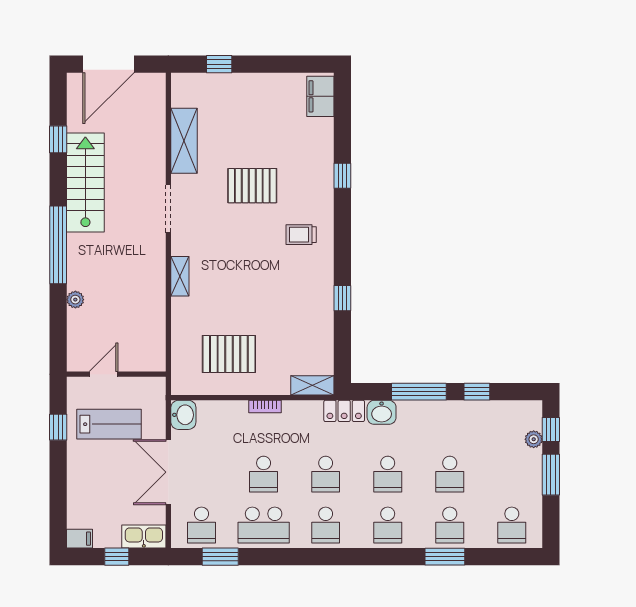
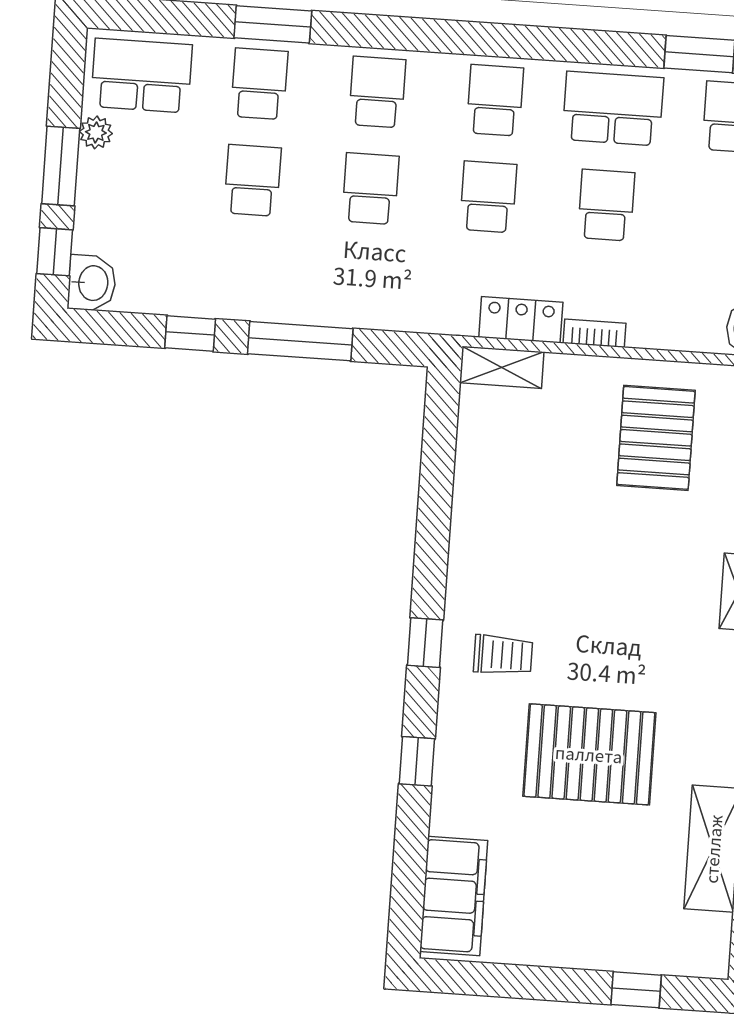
filing cabinet: (320, 96) -> (454, 896), width x1.50, depth x1.17
pallet: (252, 186) -> (589, 754), width x1.37, depth x1.41
window: (342, 298) -> (425, 643), moved
pallet: (229, 354) -> (656, 438), turned 90
locker: (344, 411) -> (521, 320), moved
washbasin: (382, 412) -> (92, 283), moved, turned 90
plant: (534, 439) -> (96, 132), moved
school desk: (512, 525) -> (142, 76), width x1.85

